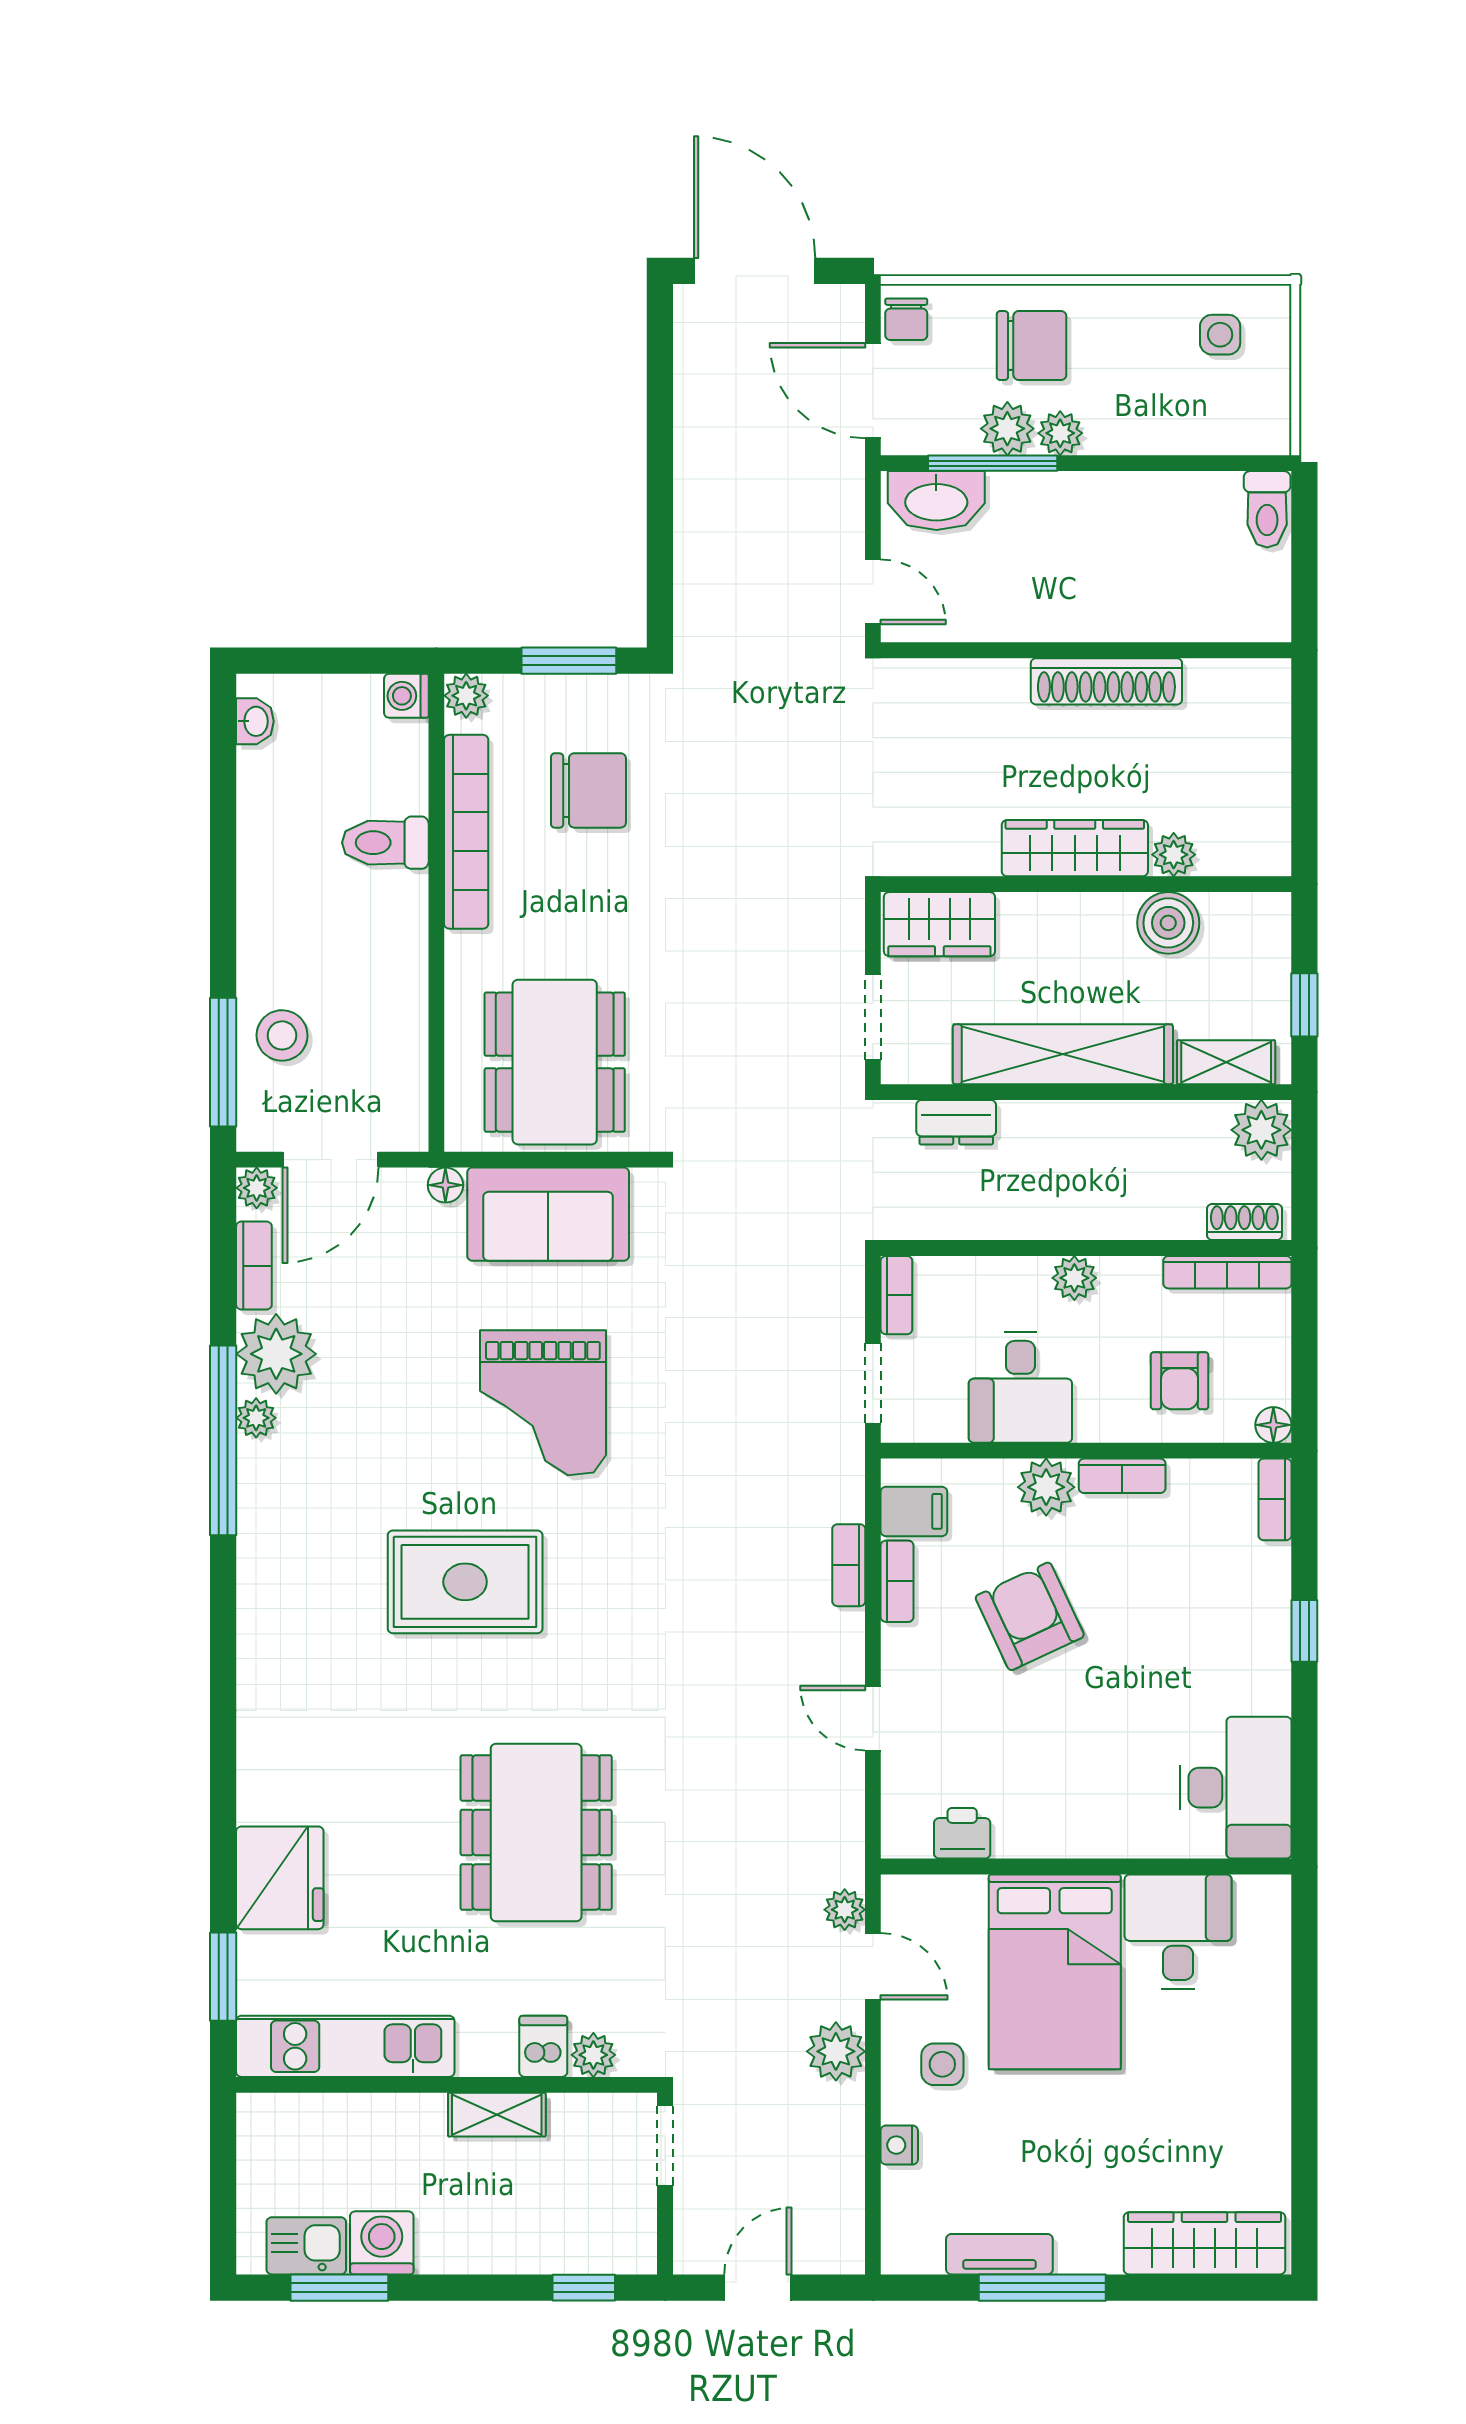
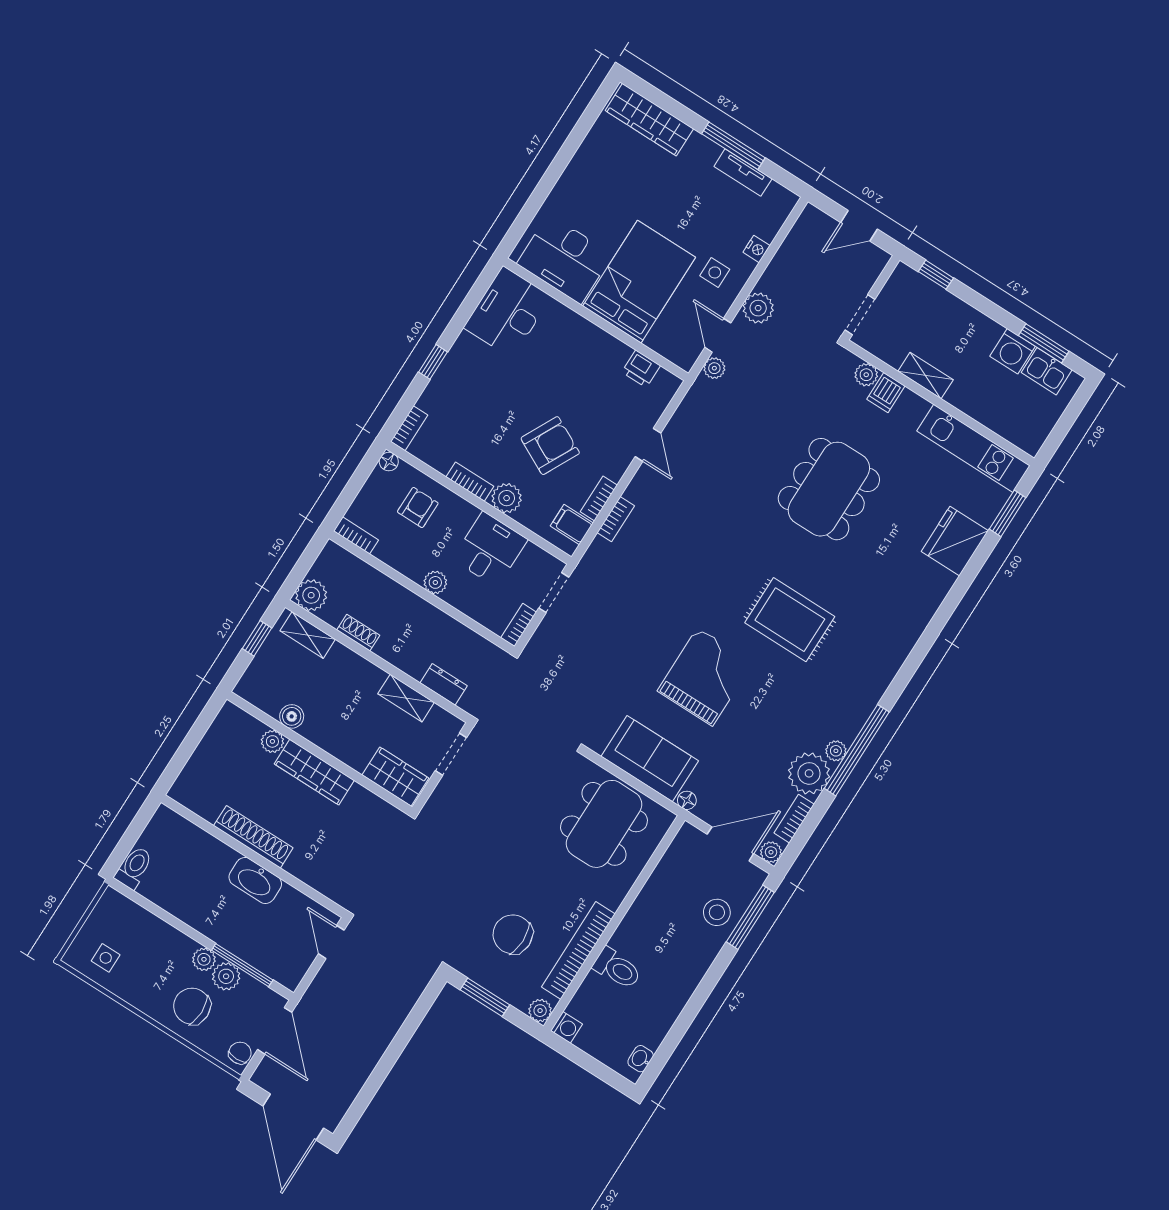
washbasin: (936, 500) -> (255, 880), moved, turned 180
boiler: (1168, 923) -> (292, 716), width x0.73, depth x0.73
shelving: (1063, 1054) -> (406, 698), width x0.45, depth x0.75
shoe rack: (1244, 1222) -> (358, 633), moved, turned 180
bookcase: (1227, 1272) -> (356, 535), width x0.64
armchair: (1030, 1616) -> (550, 446), turned -128
desk: (1178, 1932) -> (565, 259), width x1.37

